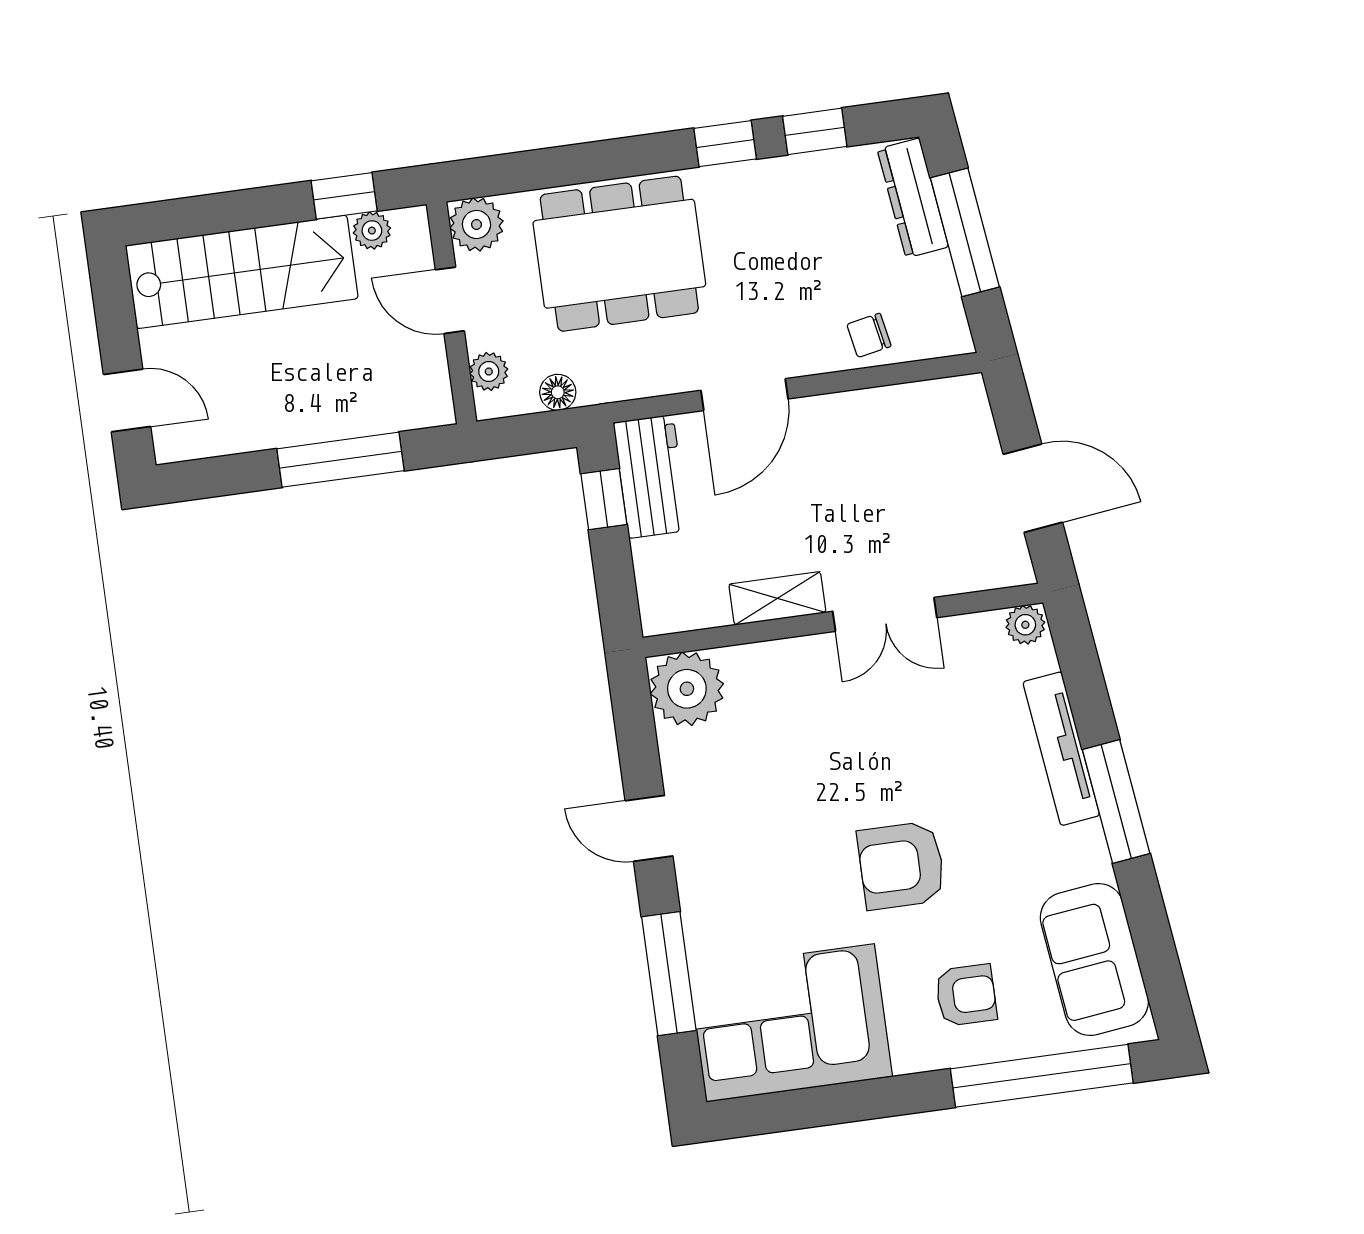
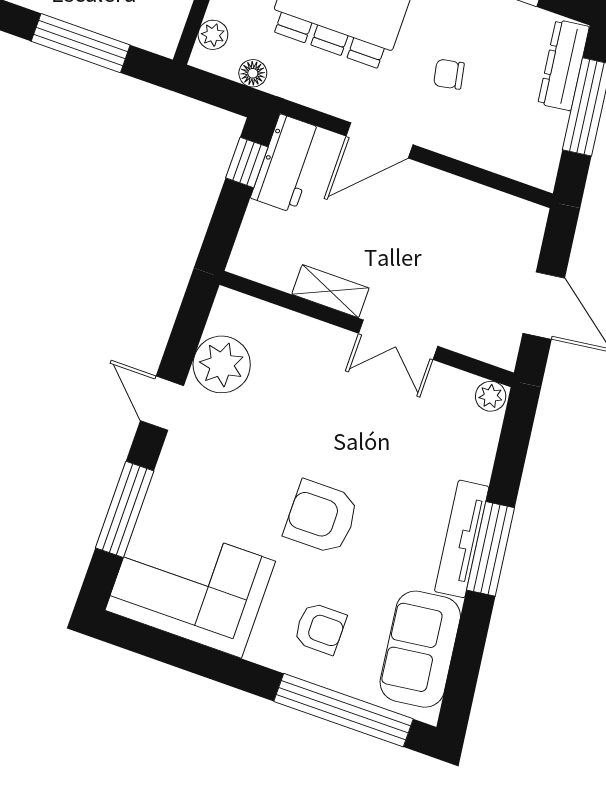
chair: (869, 335) -> (449, 74), moved
plant: (687, 689) -> (222, 364), moved
tv unit: (1061, 749) -> (462, 539), moved

